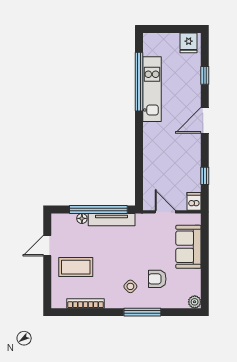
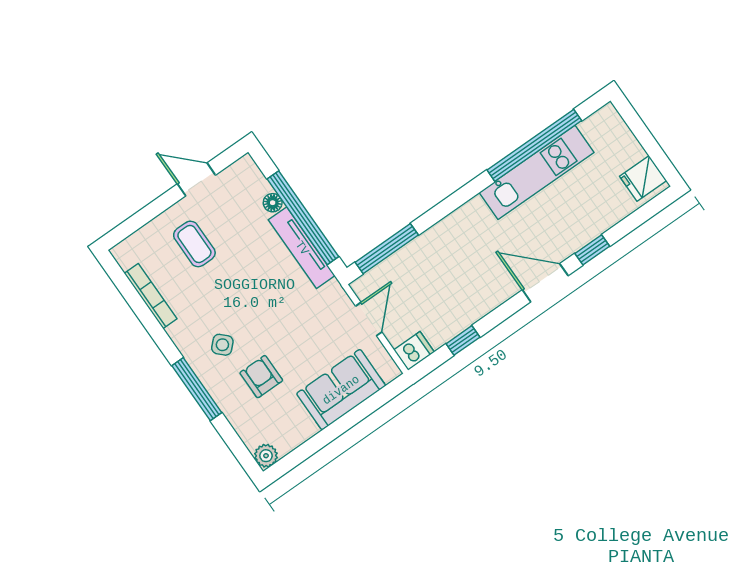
window: (205, 75) -> (592, 250), moved
window: (139, 181) -> (387, 249), added
coffee table: (76, 267) -> (194, 244), width x0.73, depth x0.77

